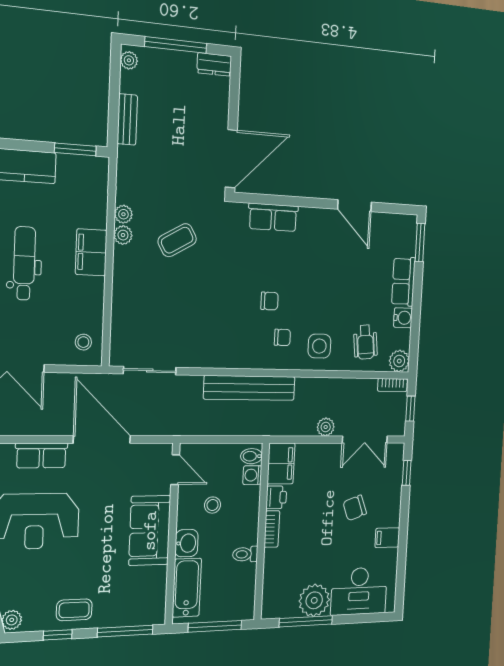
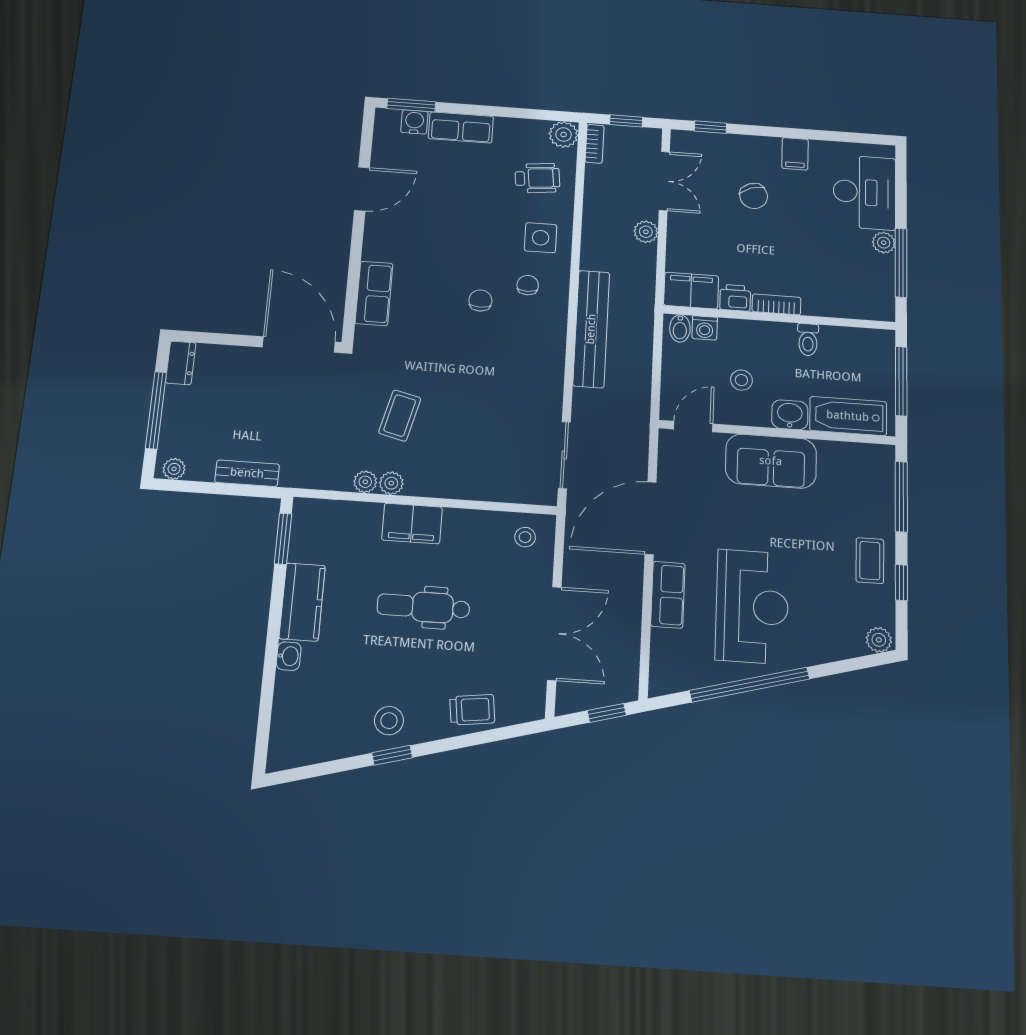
coffee table: (177, 240) -> (400, 416), turned 44
water cooler: (403, 318) -> (414, 122), moved
plant: (314, 600) -> (884, 243), width x0.53, depth x0.53

